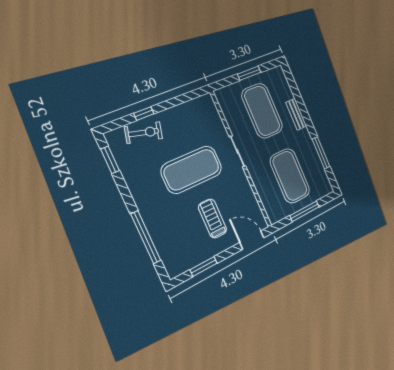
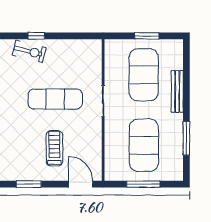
bench: (296, 114) -> (177, 91), width x1.36
exercise mat: (192, 170) -> (55, 99), width x0.68

